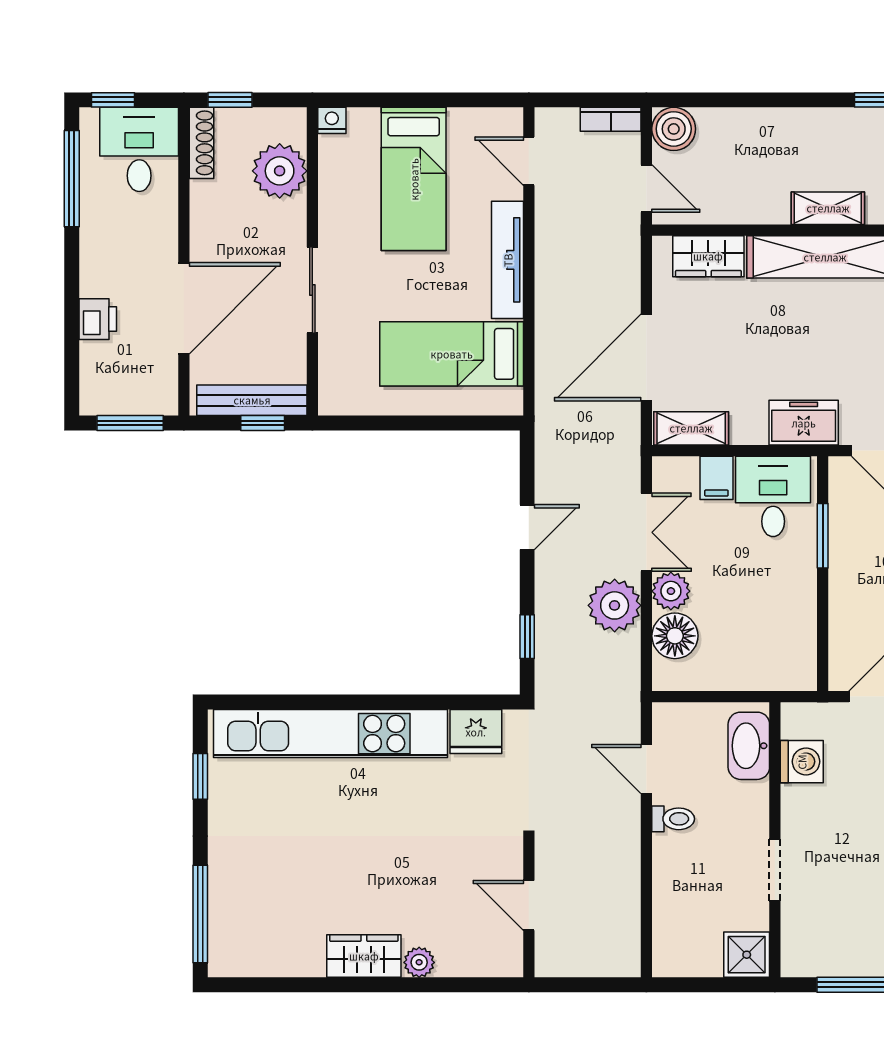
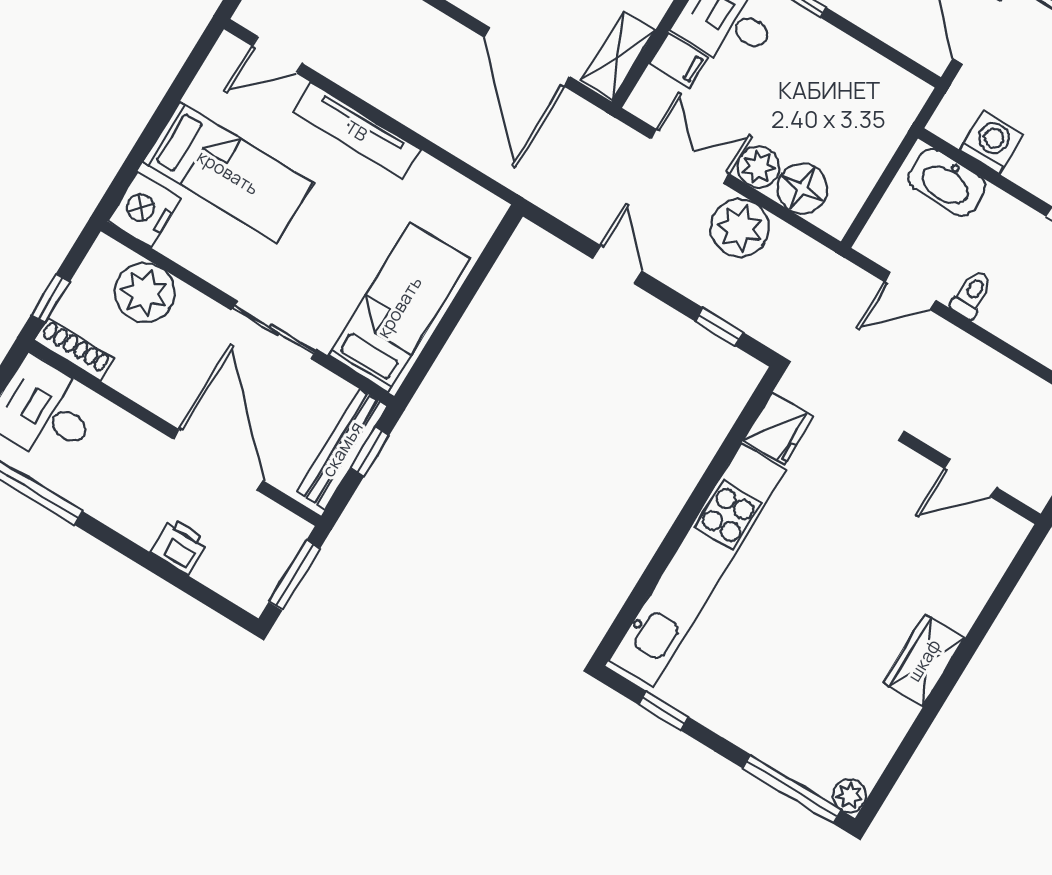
nightstand: (332, 120) -> (144, 210), width x1.89, depth x1.79
bed: (452, 354) -> (399, 307), moved, turned 180
plant: (419, 962) -> (849, 795), moved

